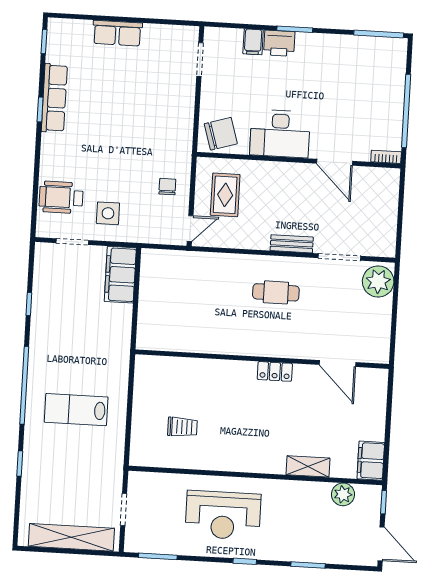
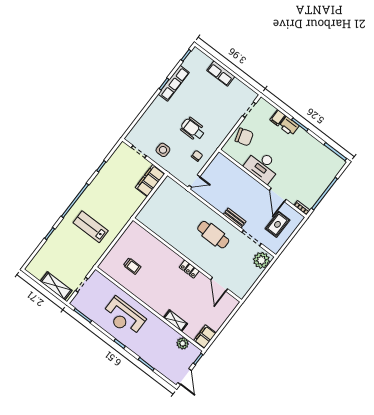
chair: (221, 134) -> (244, 137), moved
rug: (225, 195) -> (277, 224), moved
wheelchair: (61, 197) -> (193, 129), moved
cafe table: (276, 292) -> (213, 235), width x1.37, depth x1.35
shelving: (71, 537) -> (56, 286), width x0.68

